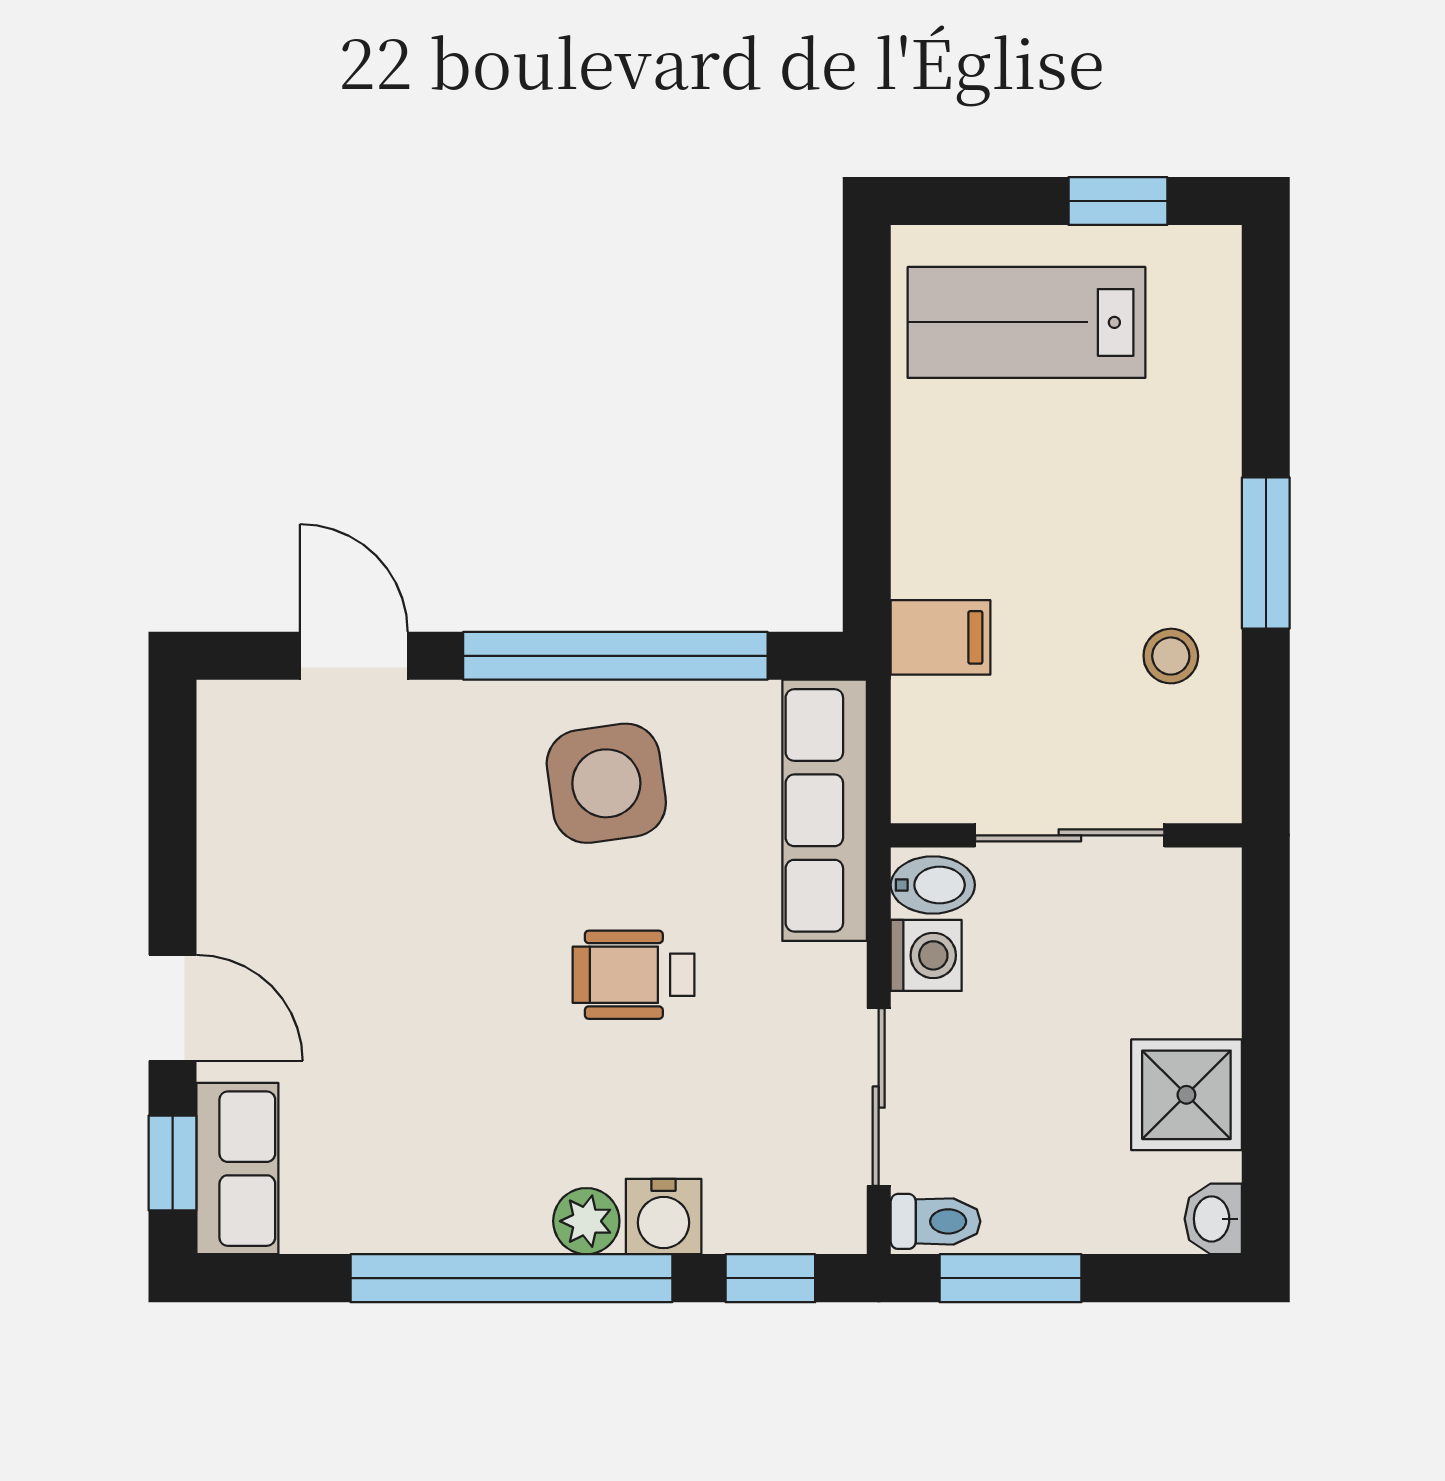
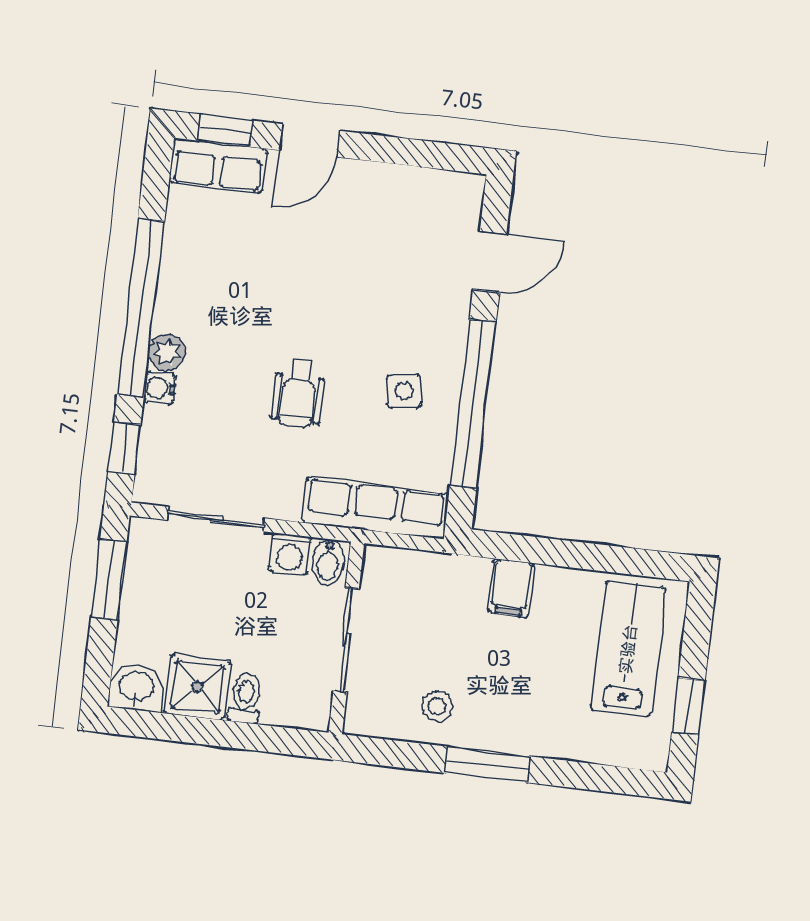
filing cabinet: (941, 637) -> (511, 588), moved
side table: (606, 783) -> (404, 391), width x0.54, depth x0.54
wheelchair: (634, 975) -> (298, 394), turned 180
water cooler: (664, 1217) -> (160, 388), width x0.72, depth x0.72
washbasin: (1213, 1219) -> (136, 687), width x1.38, depth x1.45
toilet: (936, 1221) -> (245, 698), moved, turned 180

